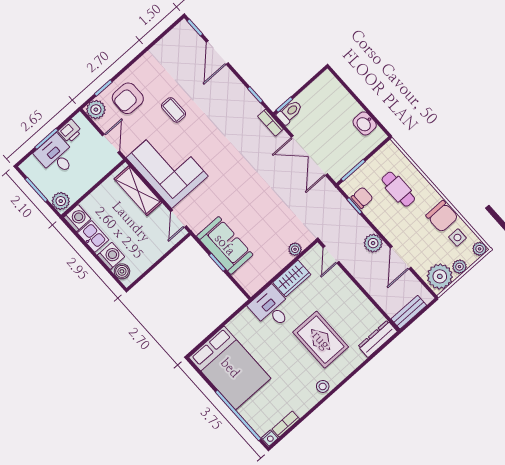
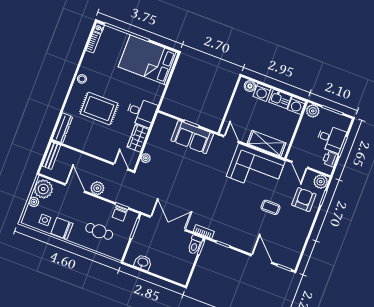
plant: (480, 249) -> (27, 220), removed

